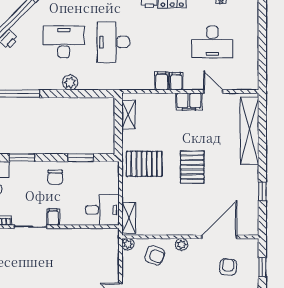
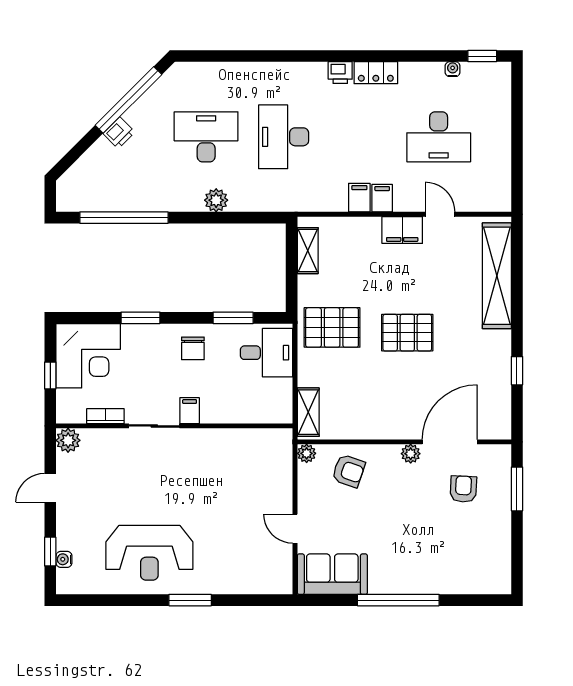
pallet: (192, 167) -> (407, 333), turned 90
desk: (102, 210) -> (267, 353), moved
plant: (182, 244) -> (411, 454), moved
window: (262, 267) -> (517, 489), width x1.50

